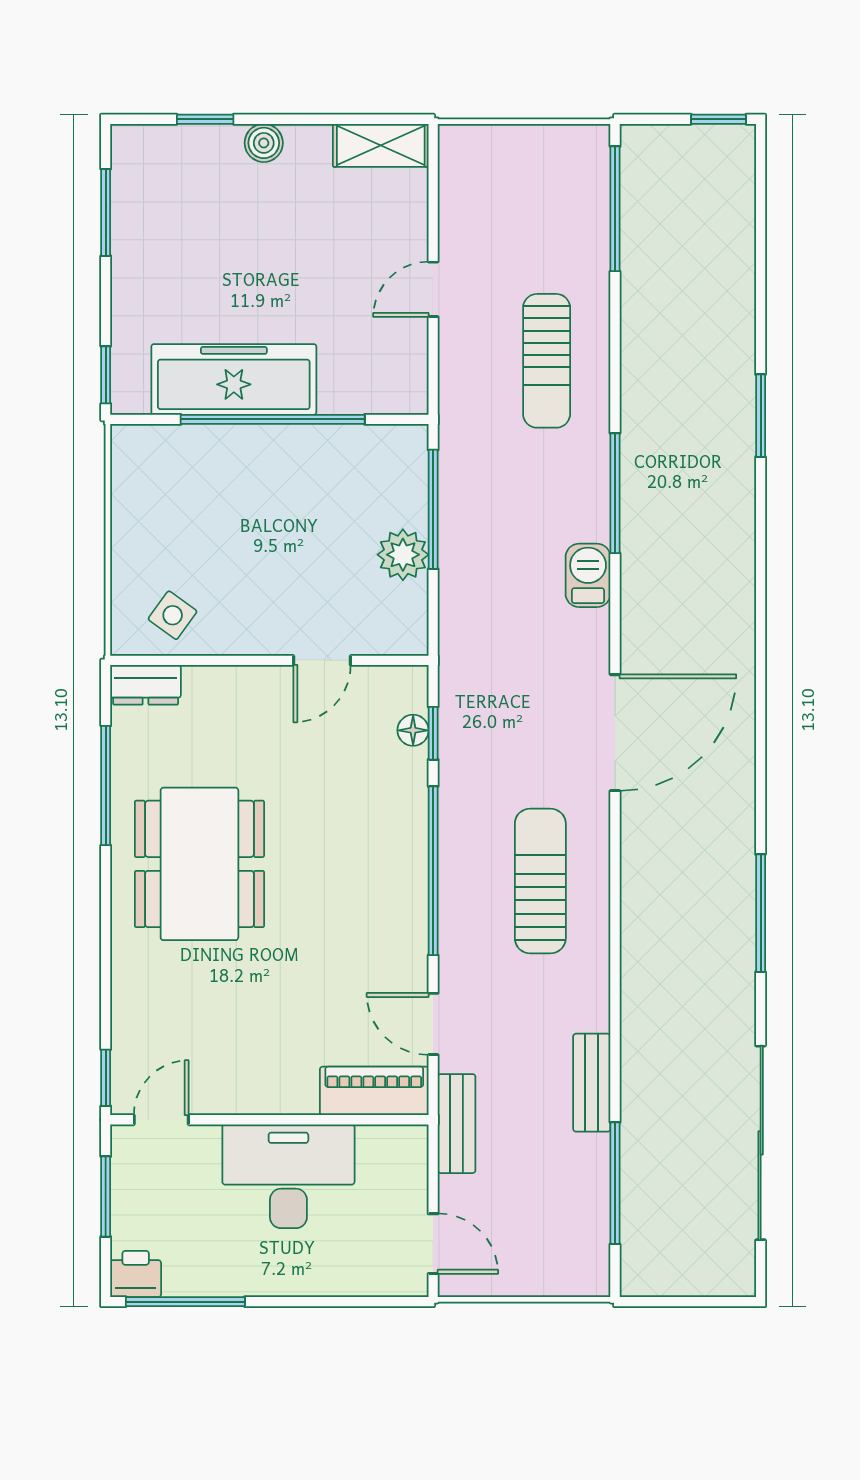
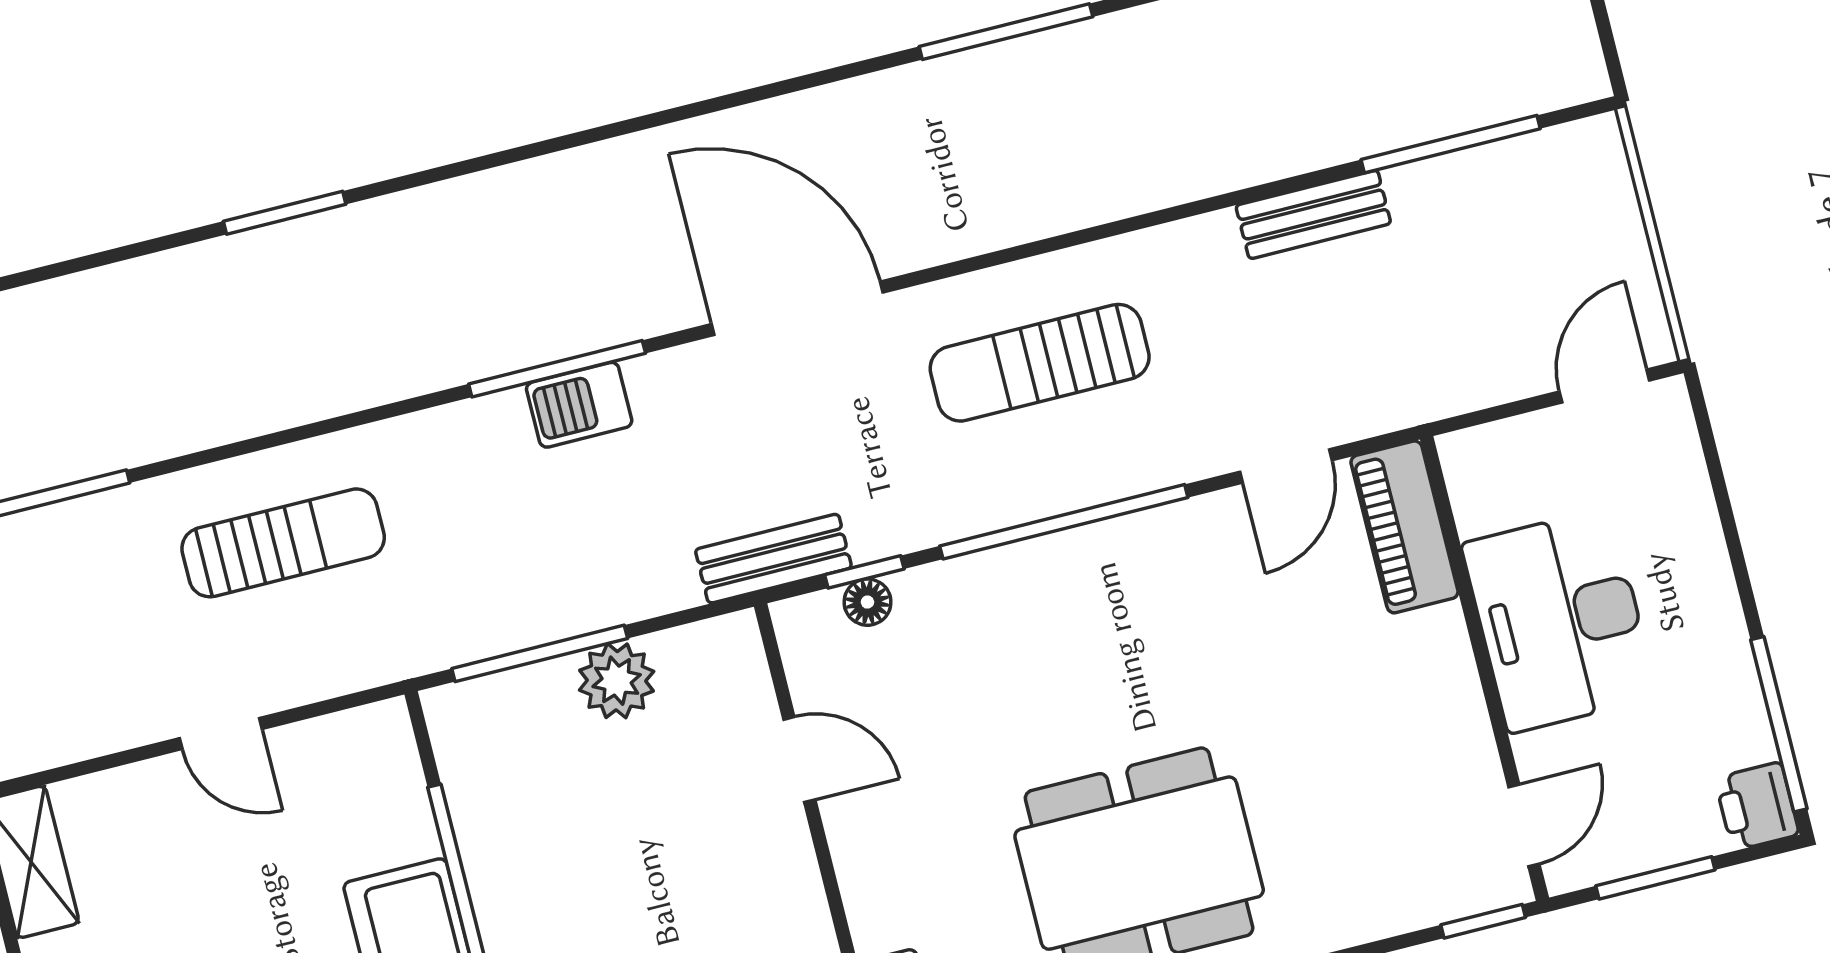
window: (615, 493) -> (557, 369), moved
door: (161, 1120) -> (1524, 825), swing flipped
bench: (457, 1124) -> (773, 559), moved

